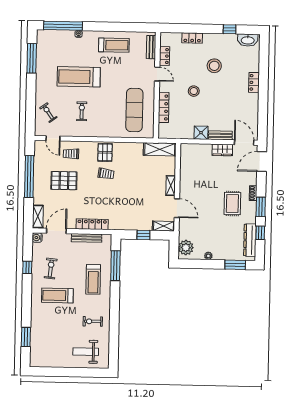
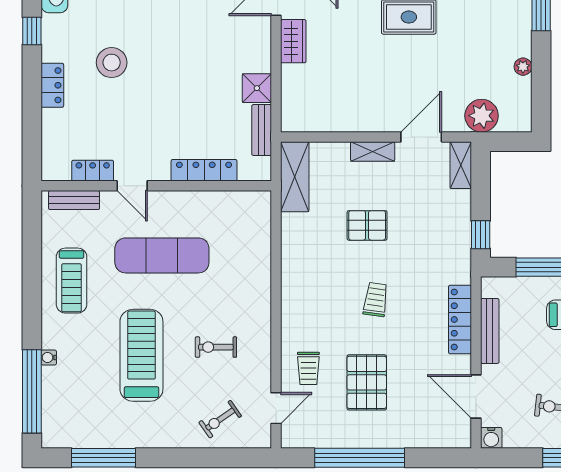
locker: (192, 38) -> (52, 85), moved
treadmill: (114, 45) -> (72, 281), turned 180
door: (157, 74) -> (132, 186), swing flipped
treadmill: (79, 77) -> (141, 355), turned 180
stool: (194, 91) -> (167, 106), removed
exercise mat: (134, 110) -> (162, 255), moved
bench: (220, 135) -> (262, 130), moved
pallet: (105, 152) -> (367, 225), moved
trolley: (106, 174) -> (376, 300), moved
shelving: (38, 216) -> (445, 437), removed
window: (143, 235) -> (481, 235), moved
plant: (186, 248) -> (482, 116), moved

